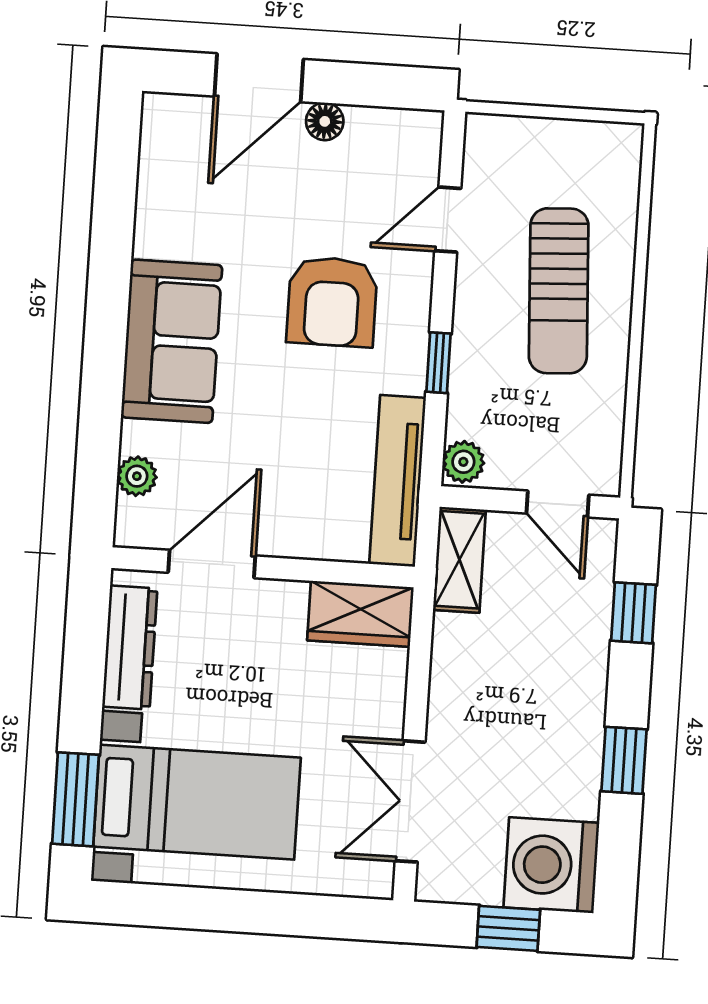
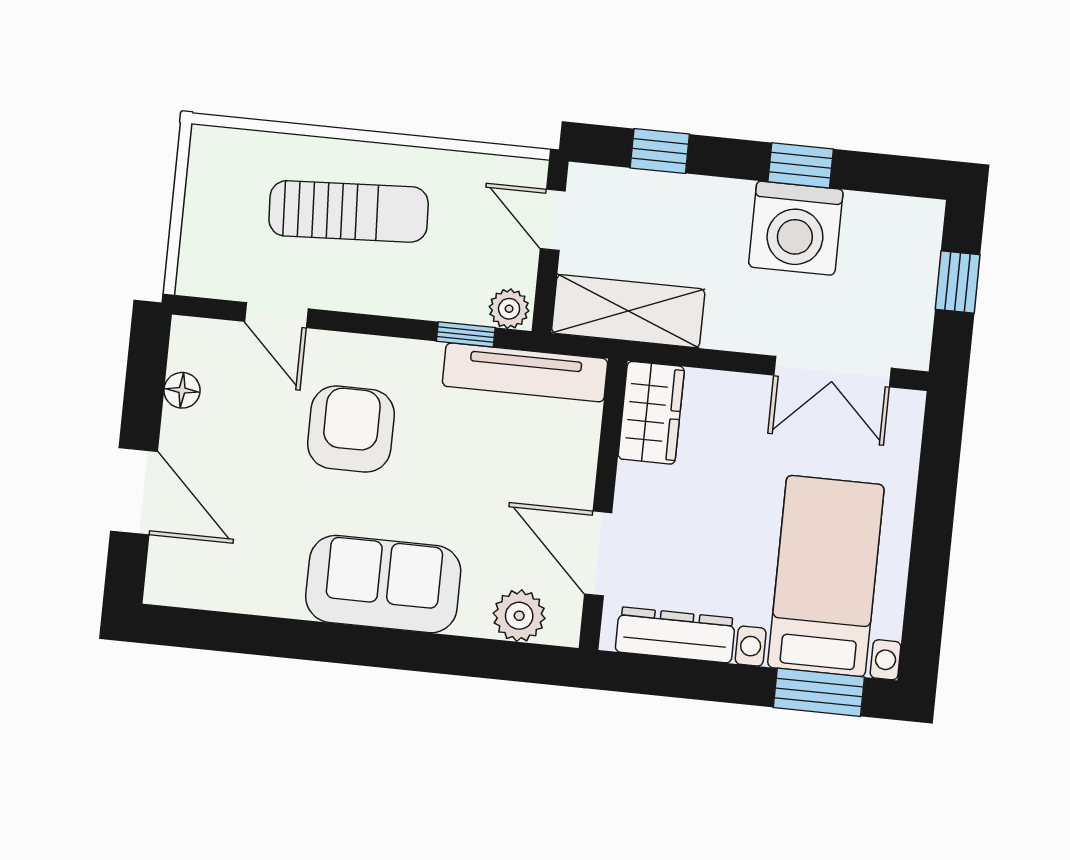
floor lamp: (325, 121) -> (182, 390), moved
armchair: (332, 302) -> (351, 429), turned -90
window: (439, 363) -> (466, 334), moved
plant: (137, 476) -> (519, 616), width x1.38, depth x1.38
door: (558, 504) -> (553, 220), swing flipped
shelving: (459, 560) -> (628, 311), width x1.50, depth x1.33
washing machine: (551, 865) -> (796, 228), moved

